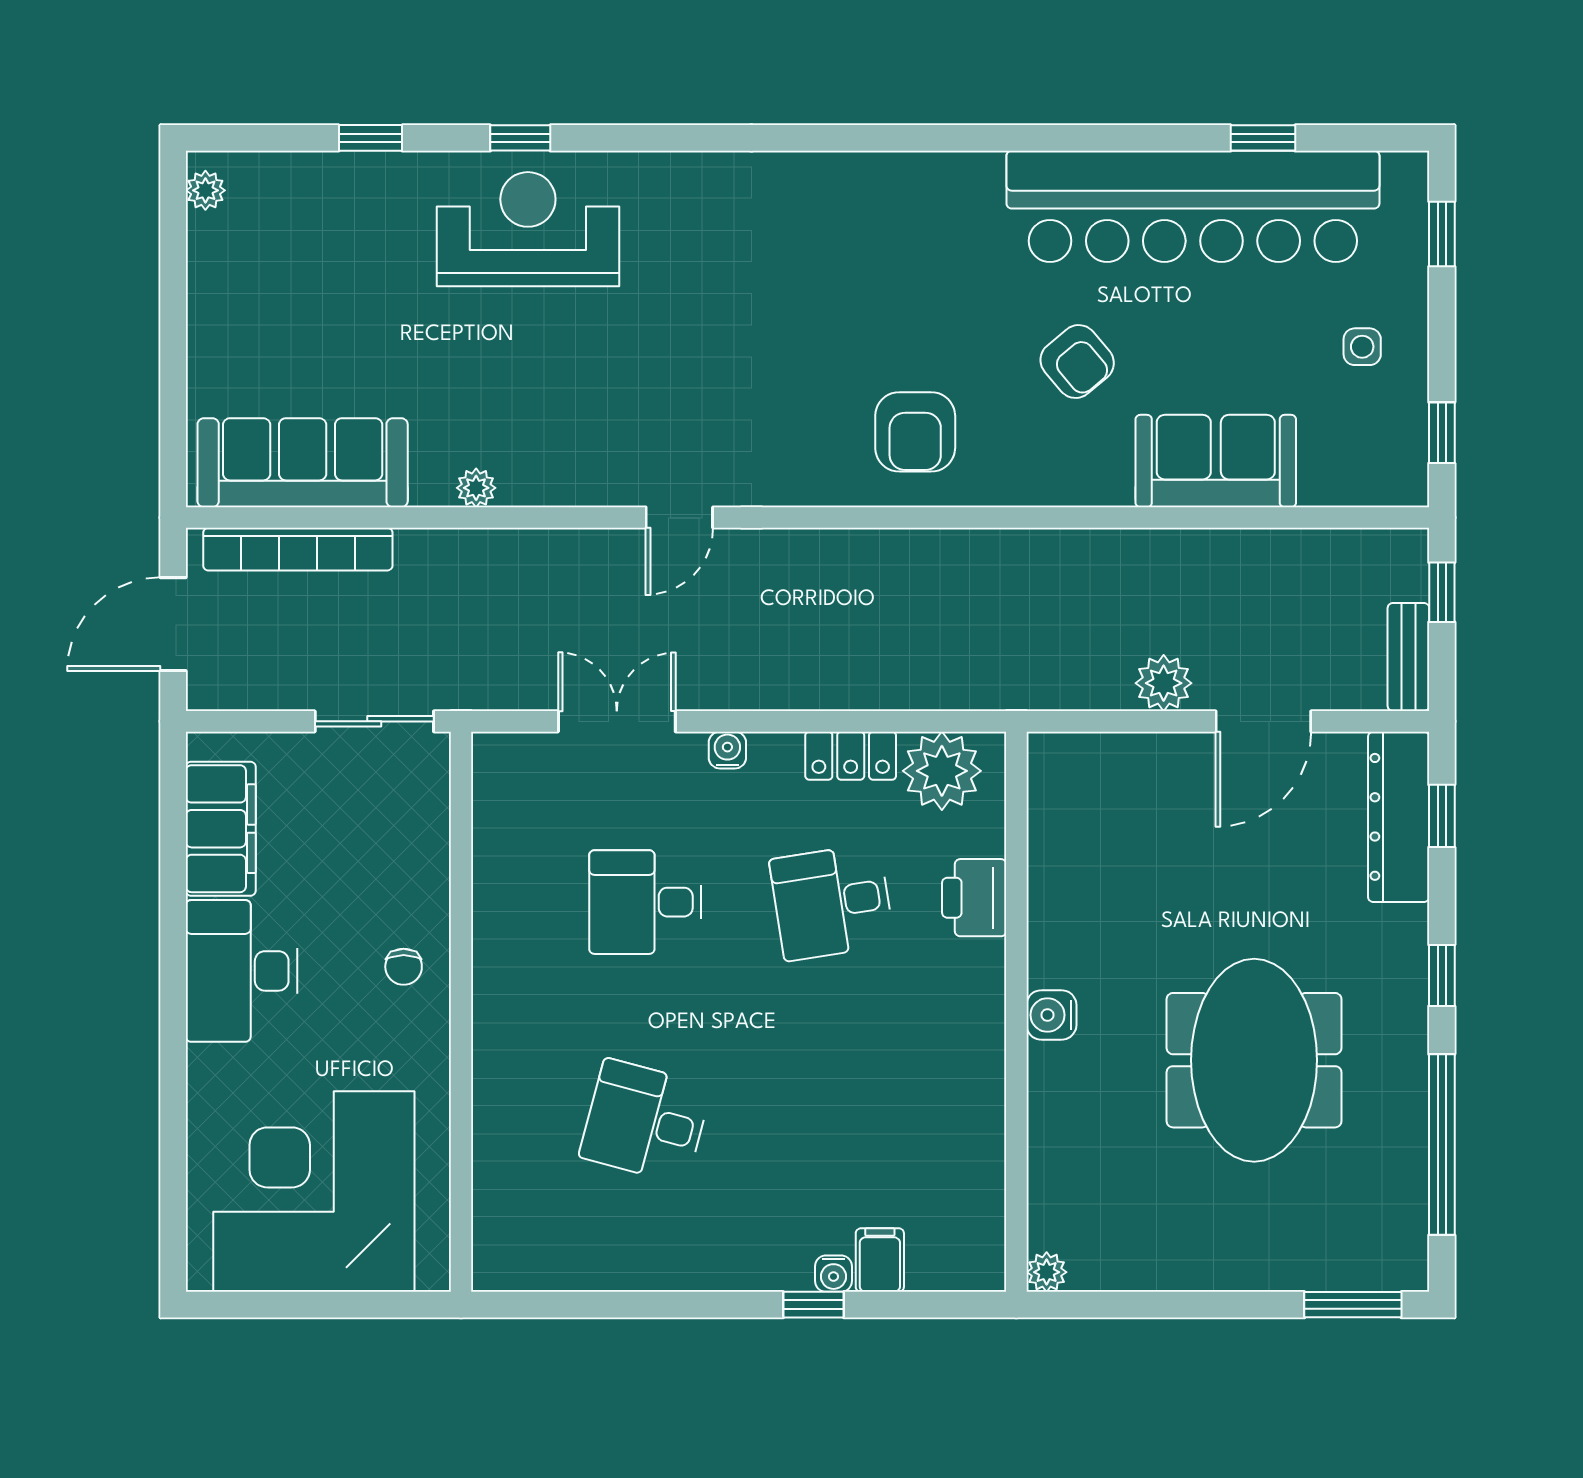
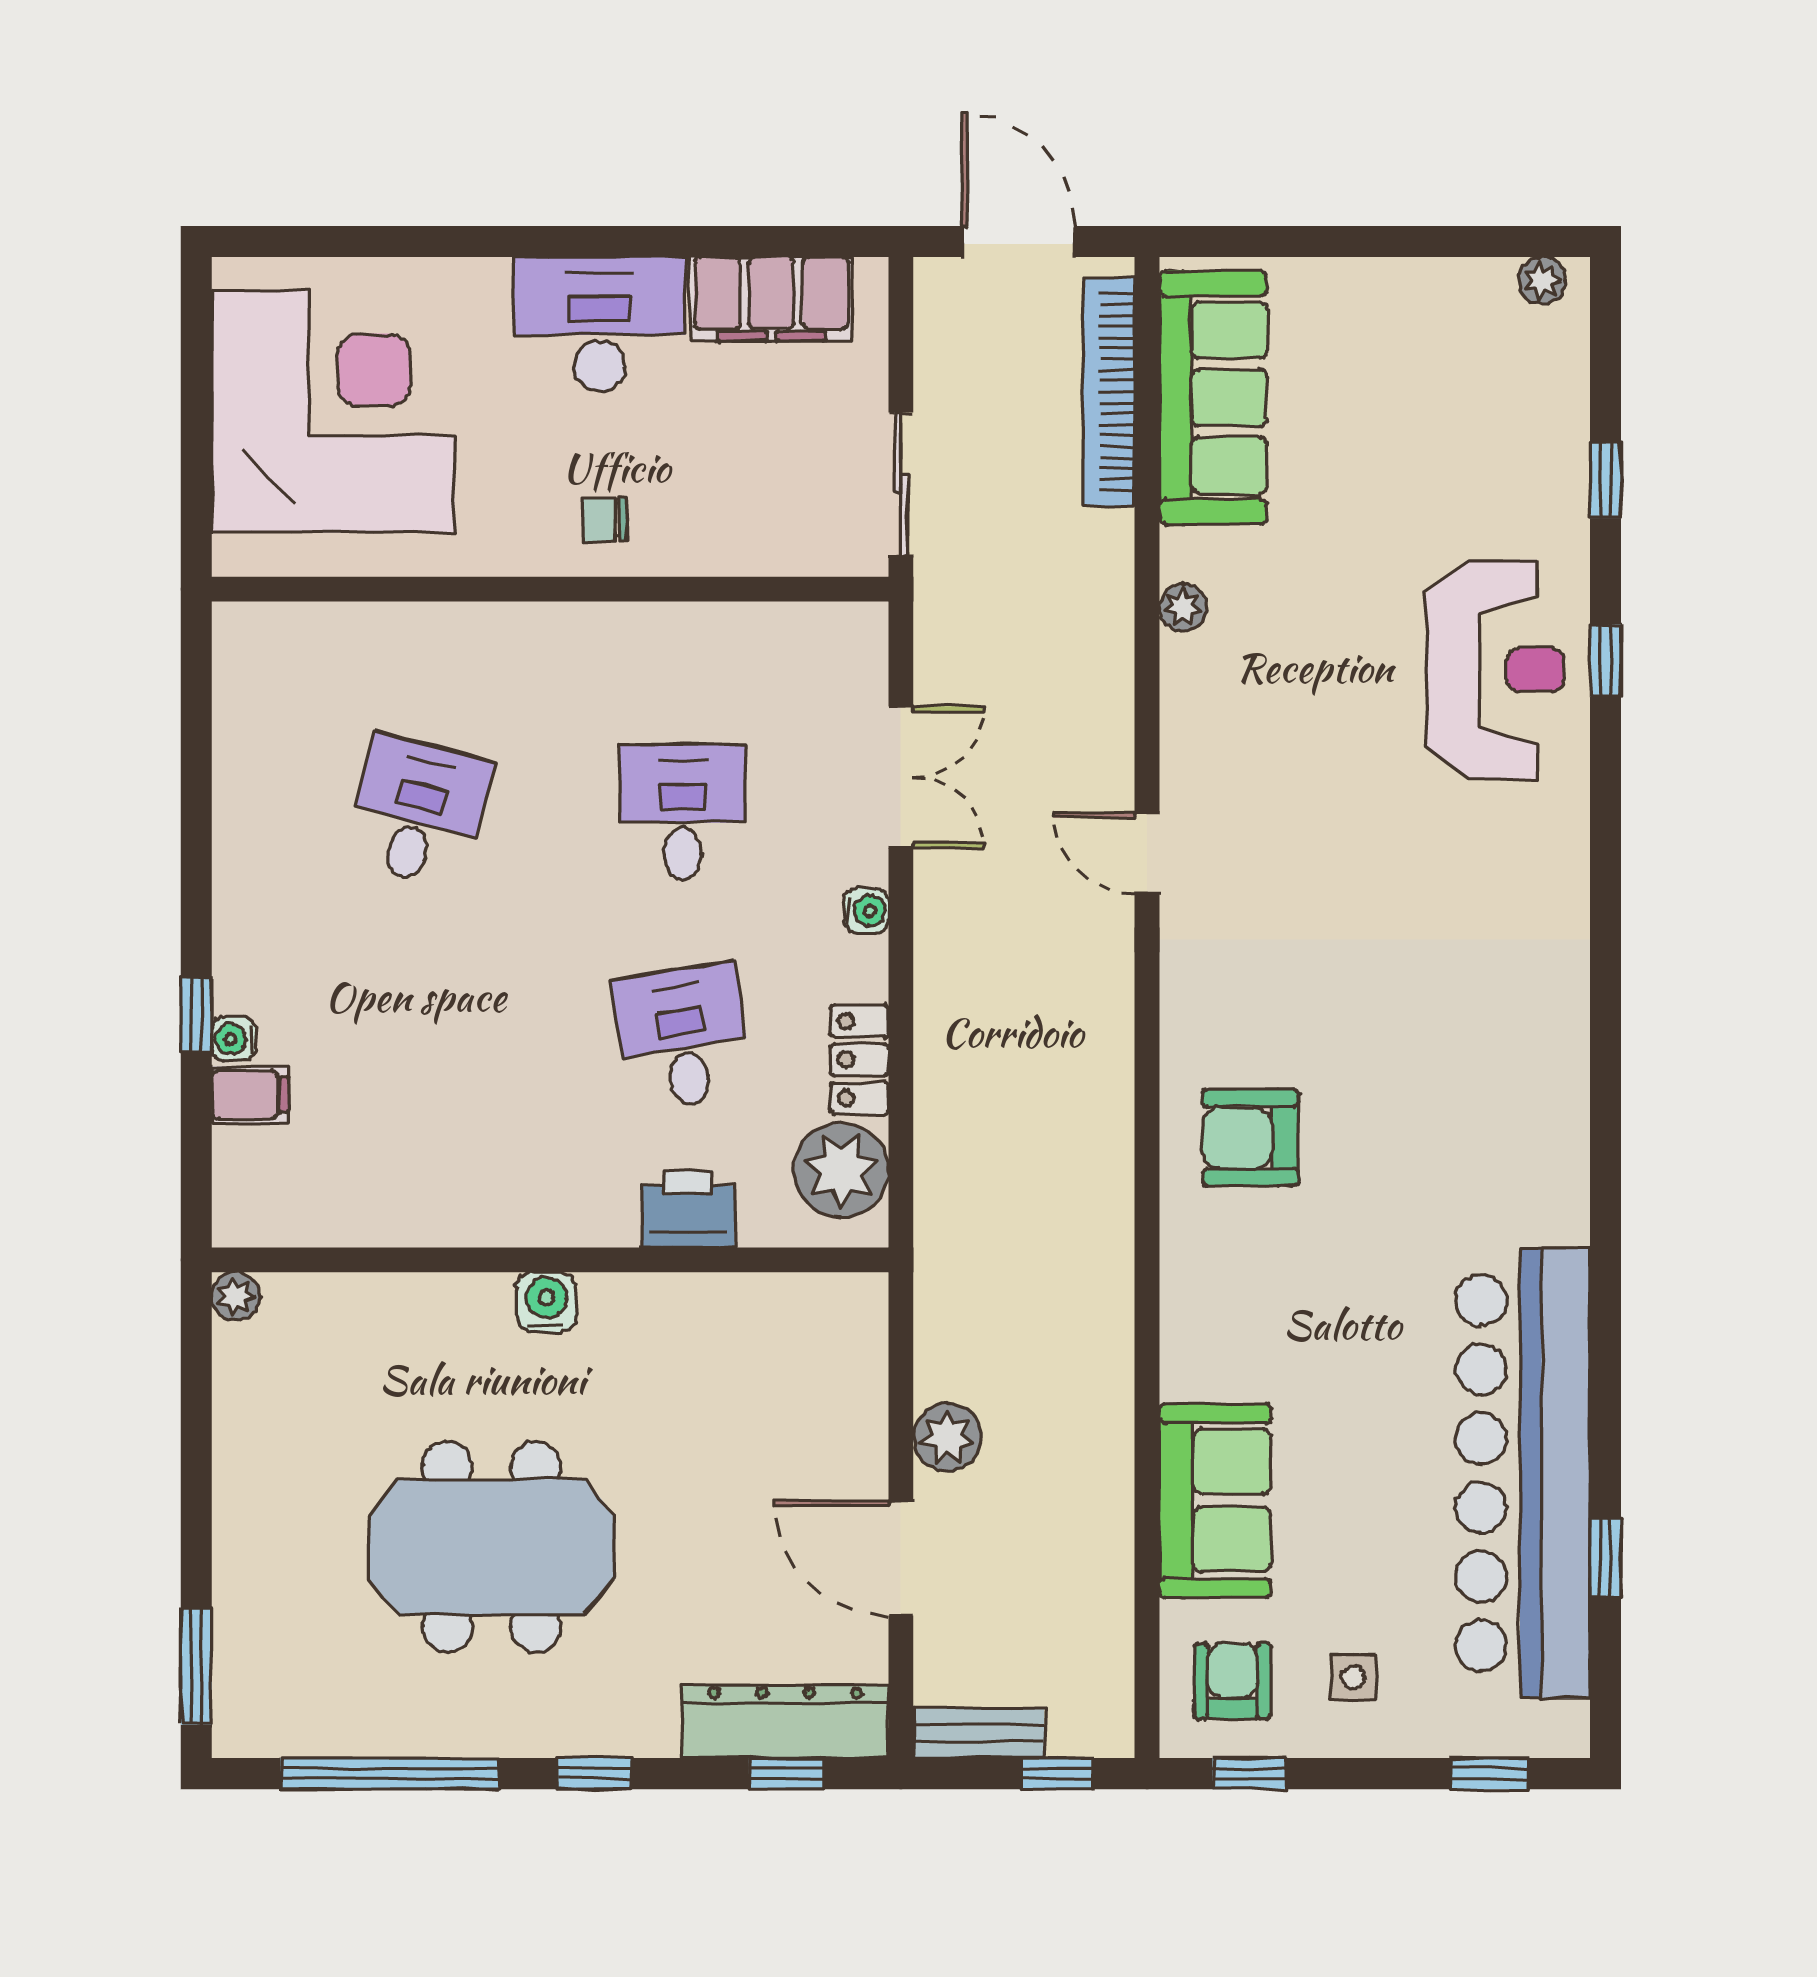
armchair: (1077, 362) -> (1232, 1681), moved, turned 130

